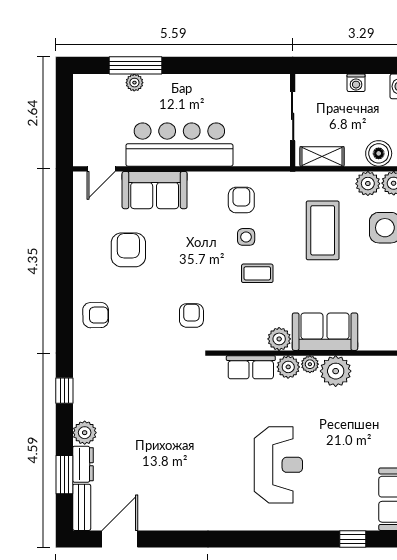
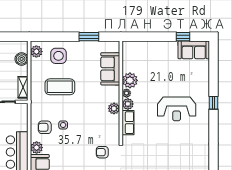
plant: (368, 184) -> (37, 148), moved
coffee table: (257, 273) -> (81, 119), removed
sofa: (325, 332) -> (110, 69), moved
reception desk: (278, 465) -> (177, 109), turned 180
window: (353, 539) -> (214, 103), moved

